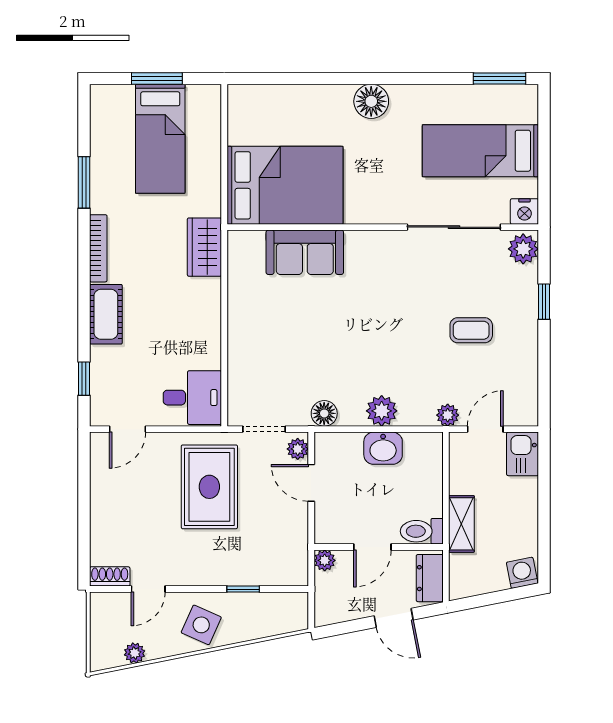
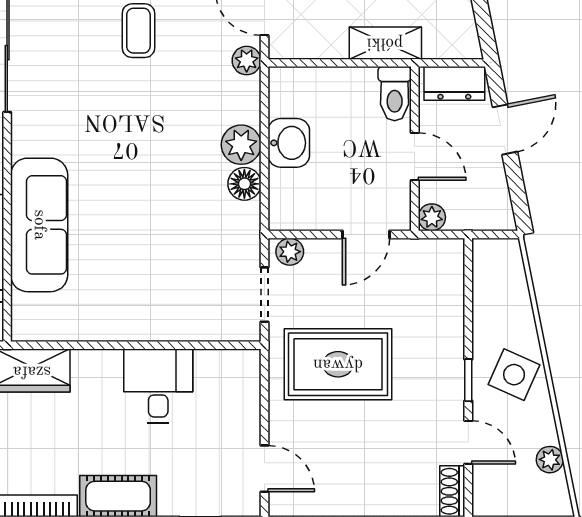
sofa: (305, 252) -> (39, 225), width x1.36
desk: (192, 398) -> (158, 386), moved
floor lamp: (324, 413) -> (244, 184), moved
door: (311, 483) -> (366, 234), moved
window: (243, 589) -> (468, 380), moved

